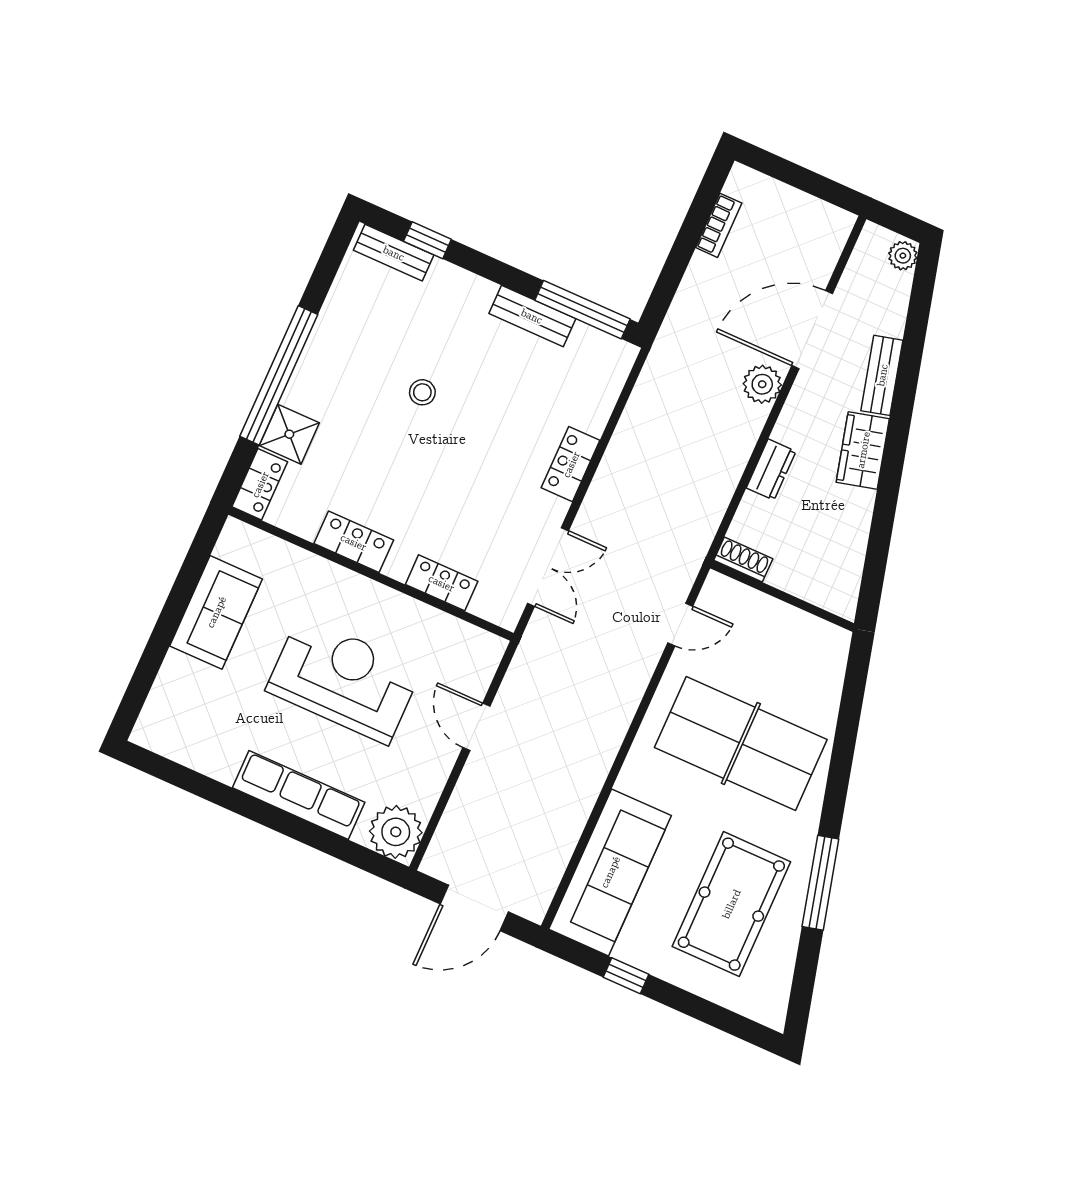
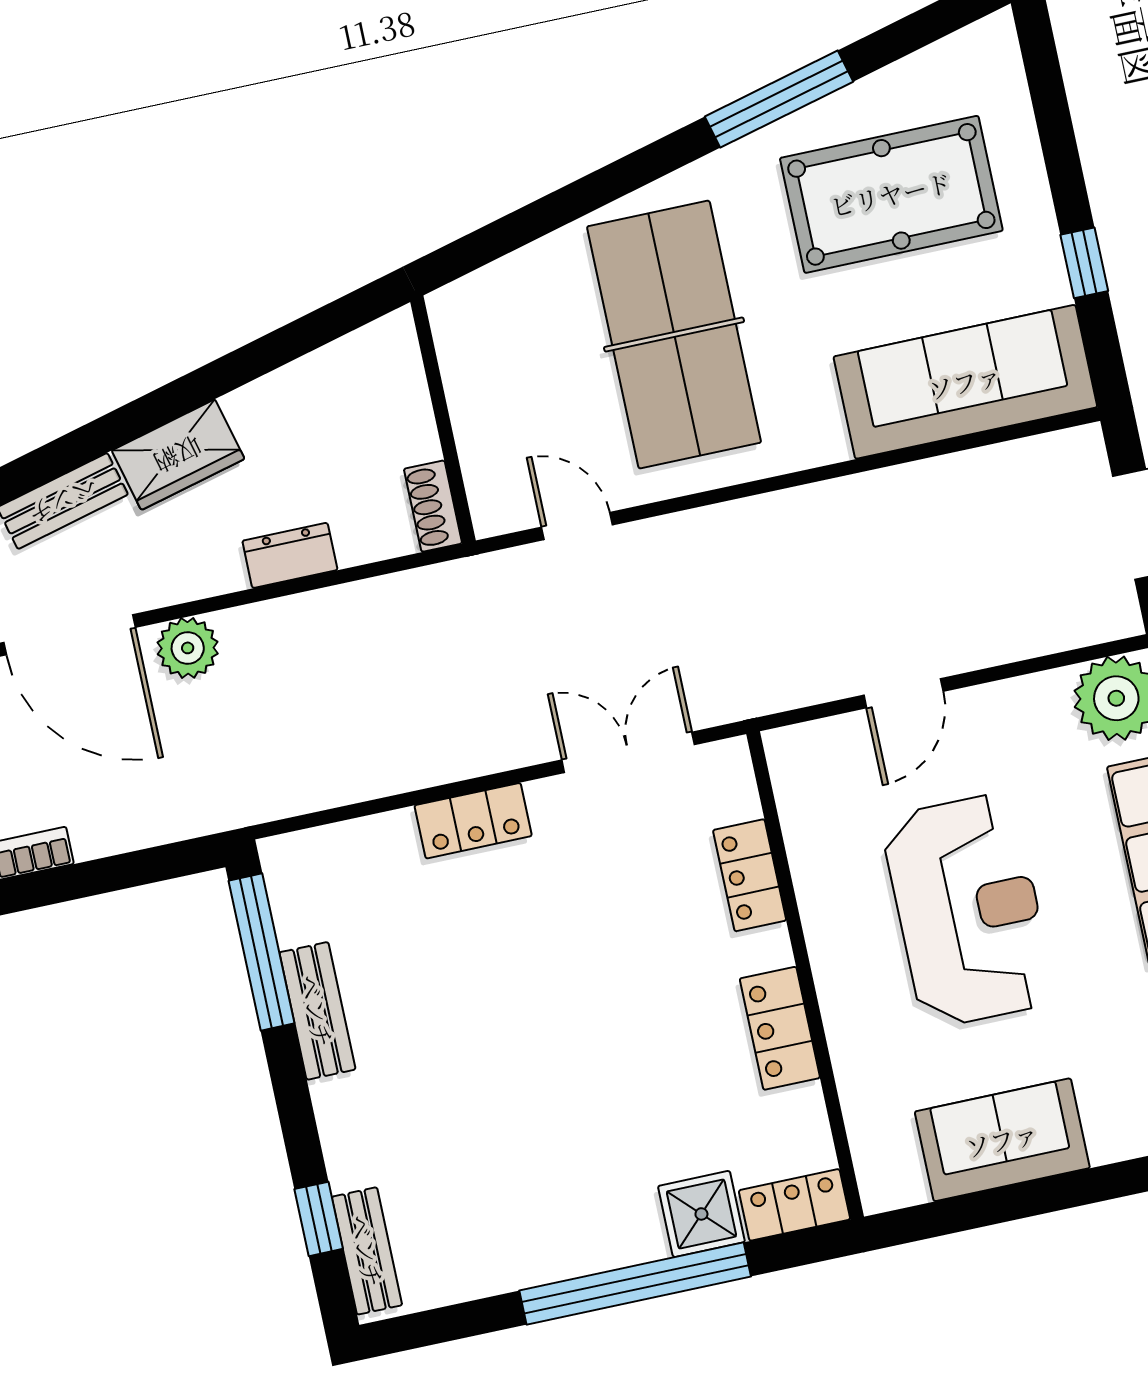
stool: (422, 392) -> (521, 1081), removed
reception desk: (344, 680) -> (968, 910), turned 180

